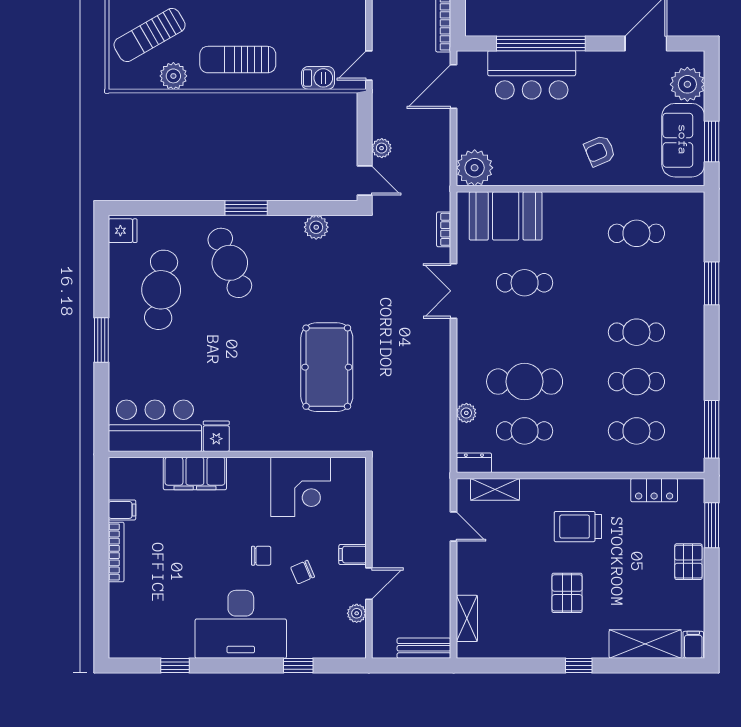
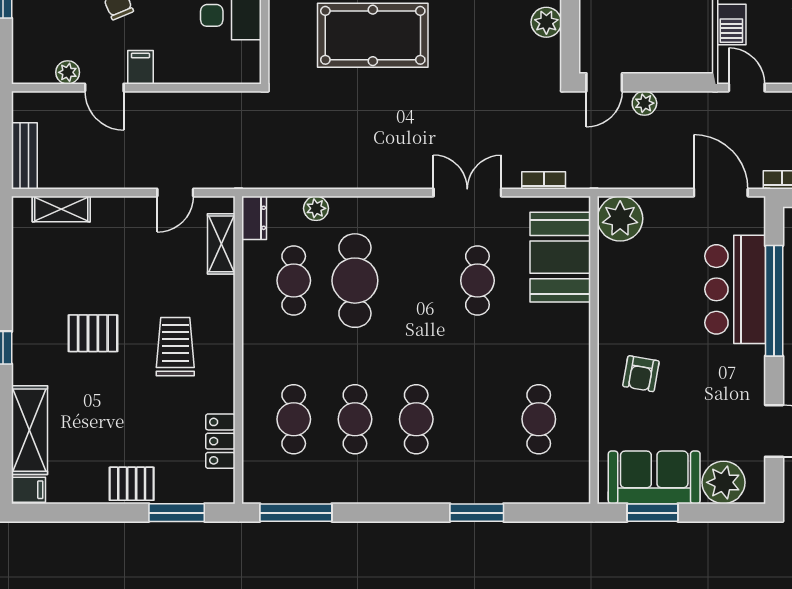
armchair: (600, 151) -> (641, 374), turned -147

